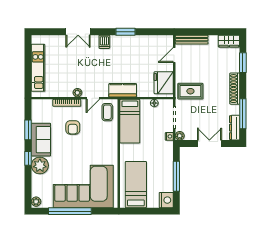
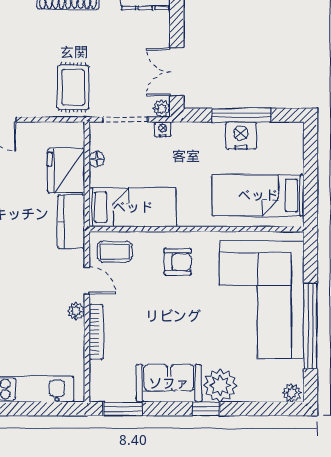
fridge: (164, 83) -> (66, 171), moved, turned 90
armchair: (73, 127) -> (178, 262), moved
window: (28, 130) -> (123, 409), moved
double door: (209, 144) -> (177, 72), moved
nightstand: (166, 200) -> (241, 135), moved

